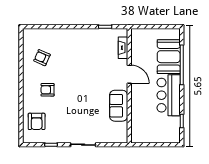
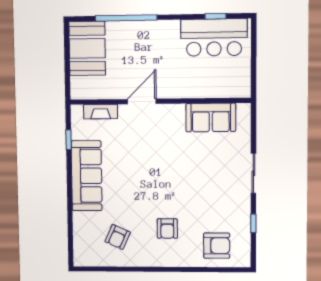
sofa: (82, 38) -> (87, 176), added
booth: (169, 57) -> (87, 48), moved, turned 90
bar counter: (169, 95) -> (214, 37), moved
sofa: (119, 106) -> (211, 118), moved

